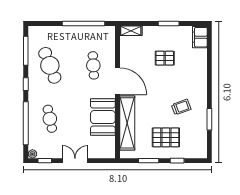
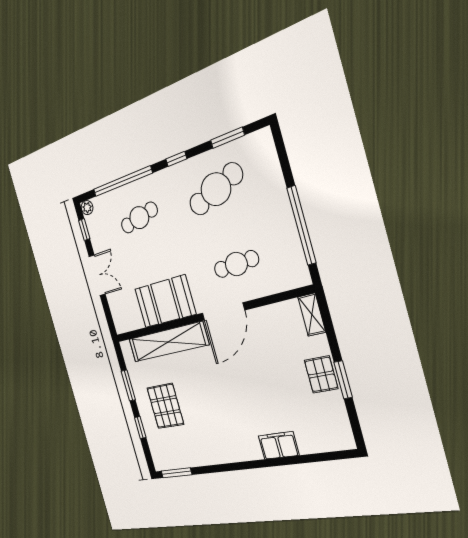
filing cabinet: (200, 37) -> (279, 445), moved
window: (26, 51) -> (227, 138), width x0.69
pallet: (165, 58) -> (321, 374), moved
trolley: (181, 107) -> (214, 423), removed
window: (209, 119) -> (176, 473), moved

